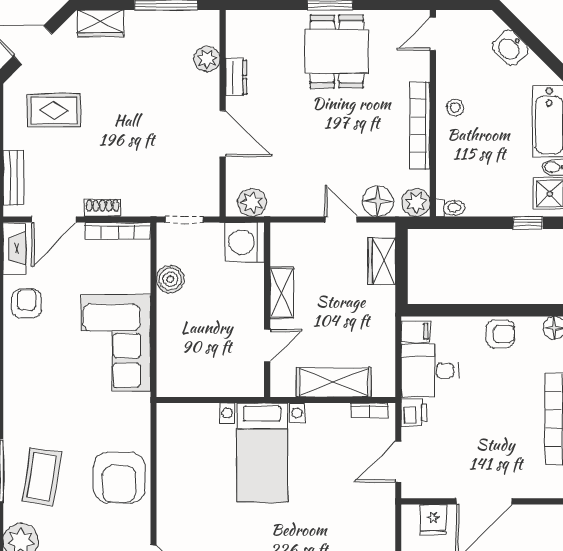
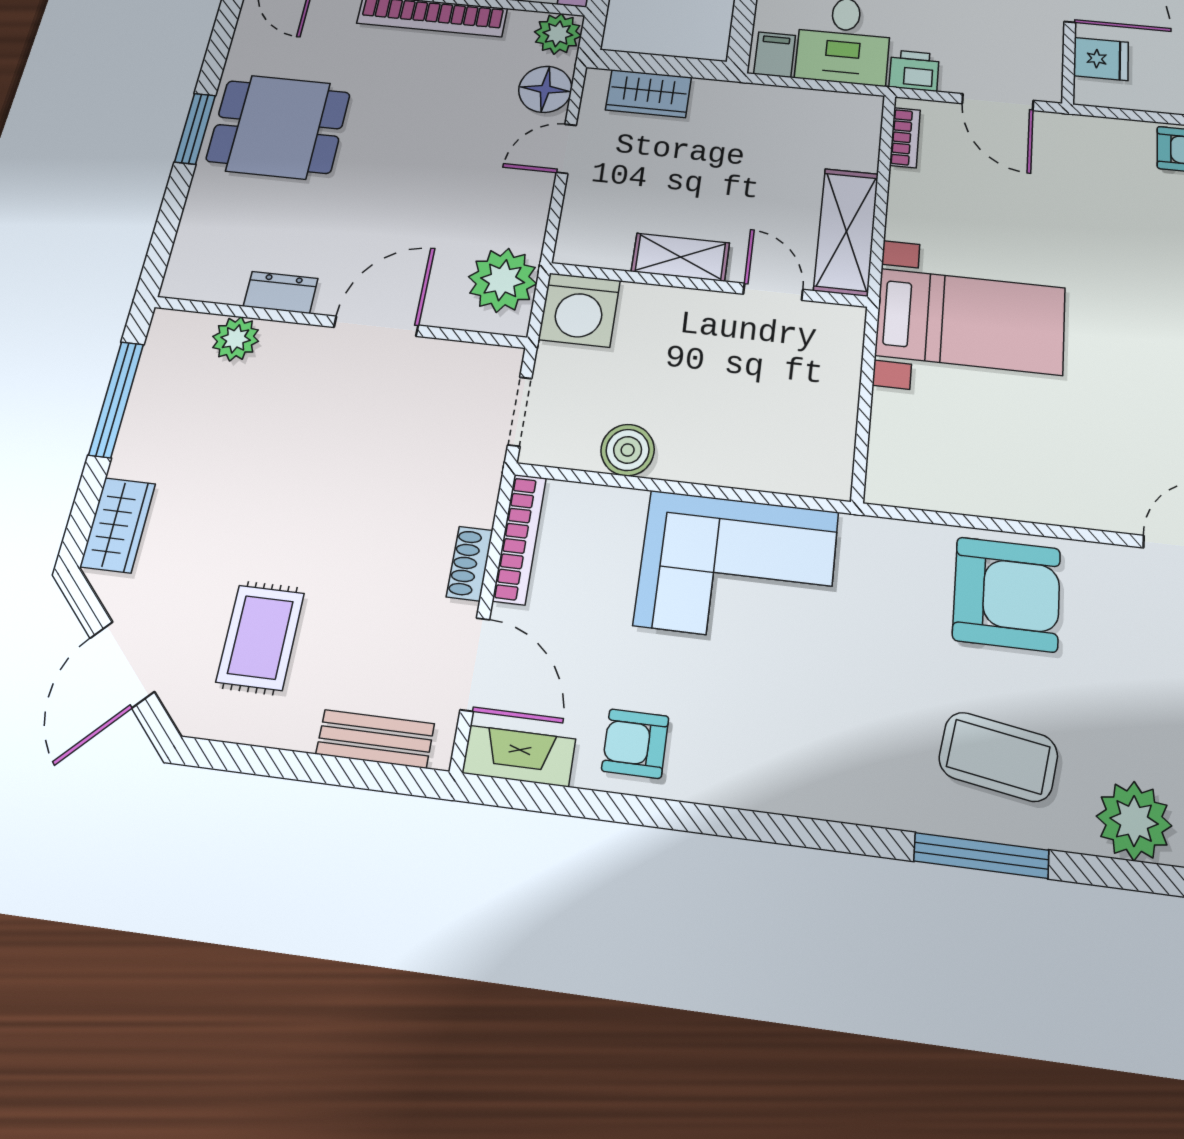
plant: (252, 202) -> (503, 280), width x1.36, depth x1.36
shelving: (334, 382) -> (846, 232), moved

